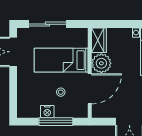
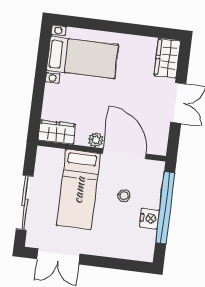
plant: (101, 63) -> (96, 140), width x0.53, depth x0.53
window: (56, 122) -> (165, 208), width x1.46

